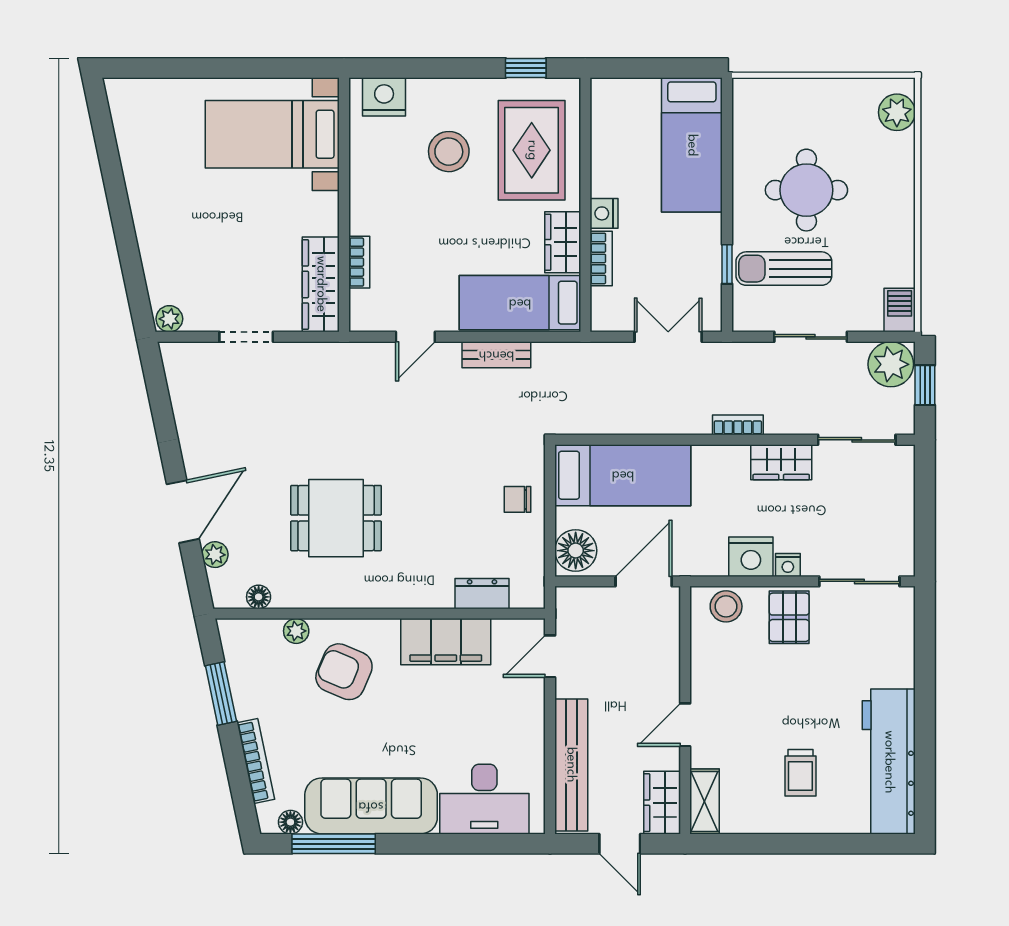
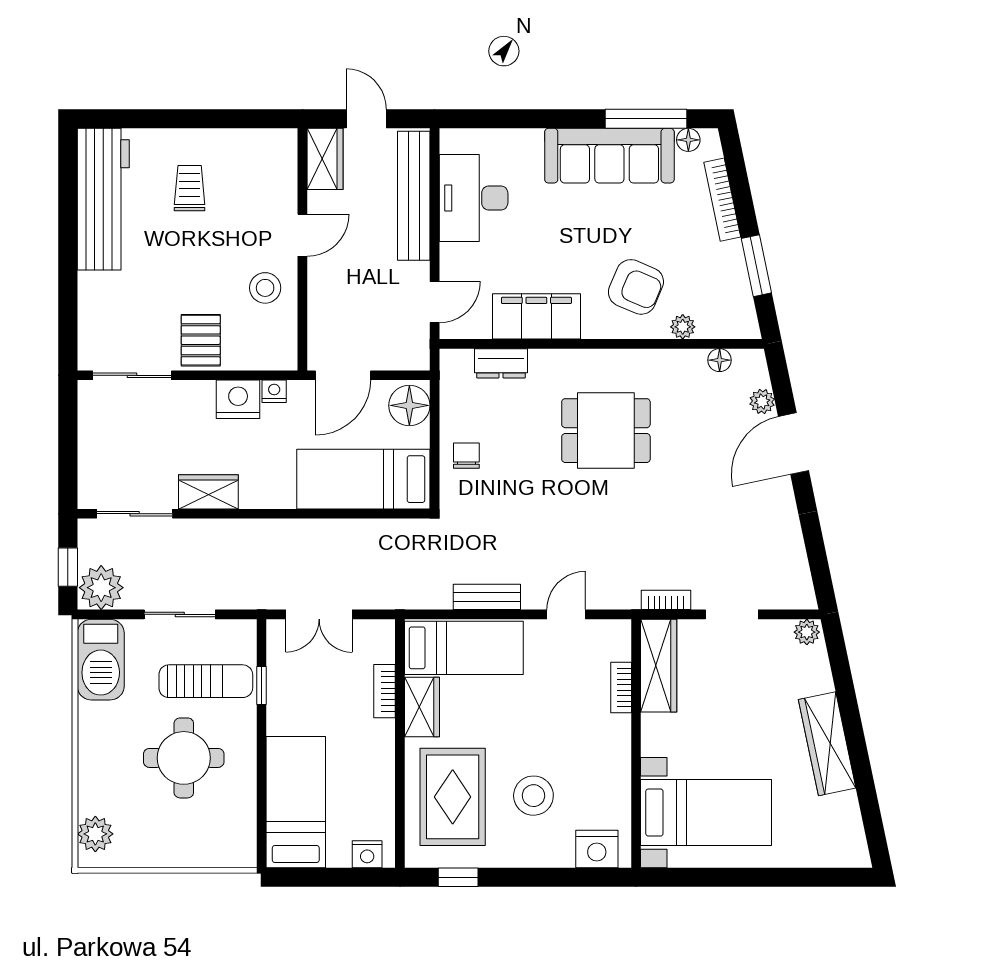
wardrobe: (148, 205) -> (827, 744), added
nightstand: (604, 213) -> (367, 854), moved, turned 90
barbecue: (900, 310) -> (101, 660), width x1.88, depth x1.53
bookcase: (738, 425) -> (666, 600), moved, turned 180
chair: (517, 499) -> (466, 456), turned -90
dining table: (336, 518) -> (606, 431), moved
nightstand: (788, 565) -> (274, 391), moved
stool: (726, 606) -> (265, 288), moved
desk: (484, 799) -> (474, 198), moved, turned -90
shelving: (705, 802) -> (283, 160), removed

